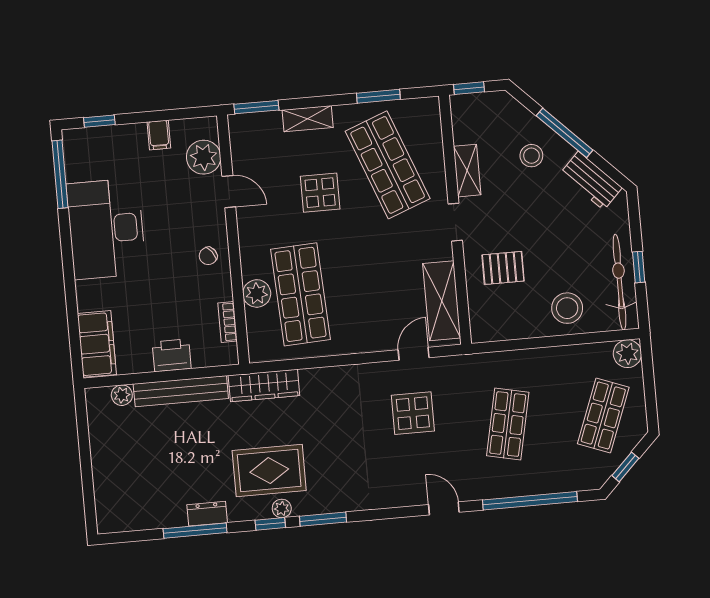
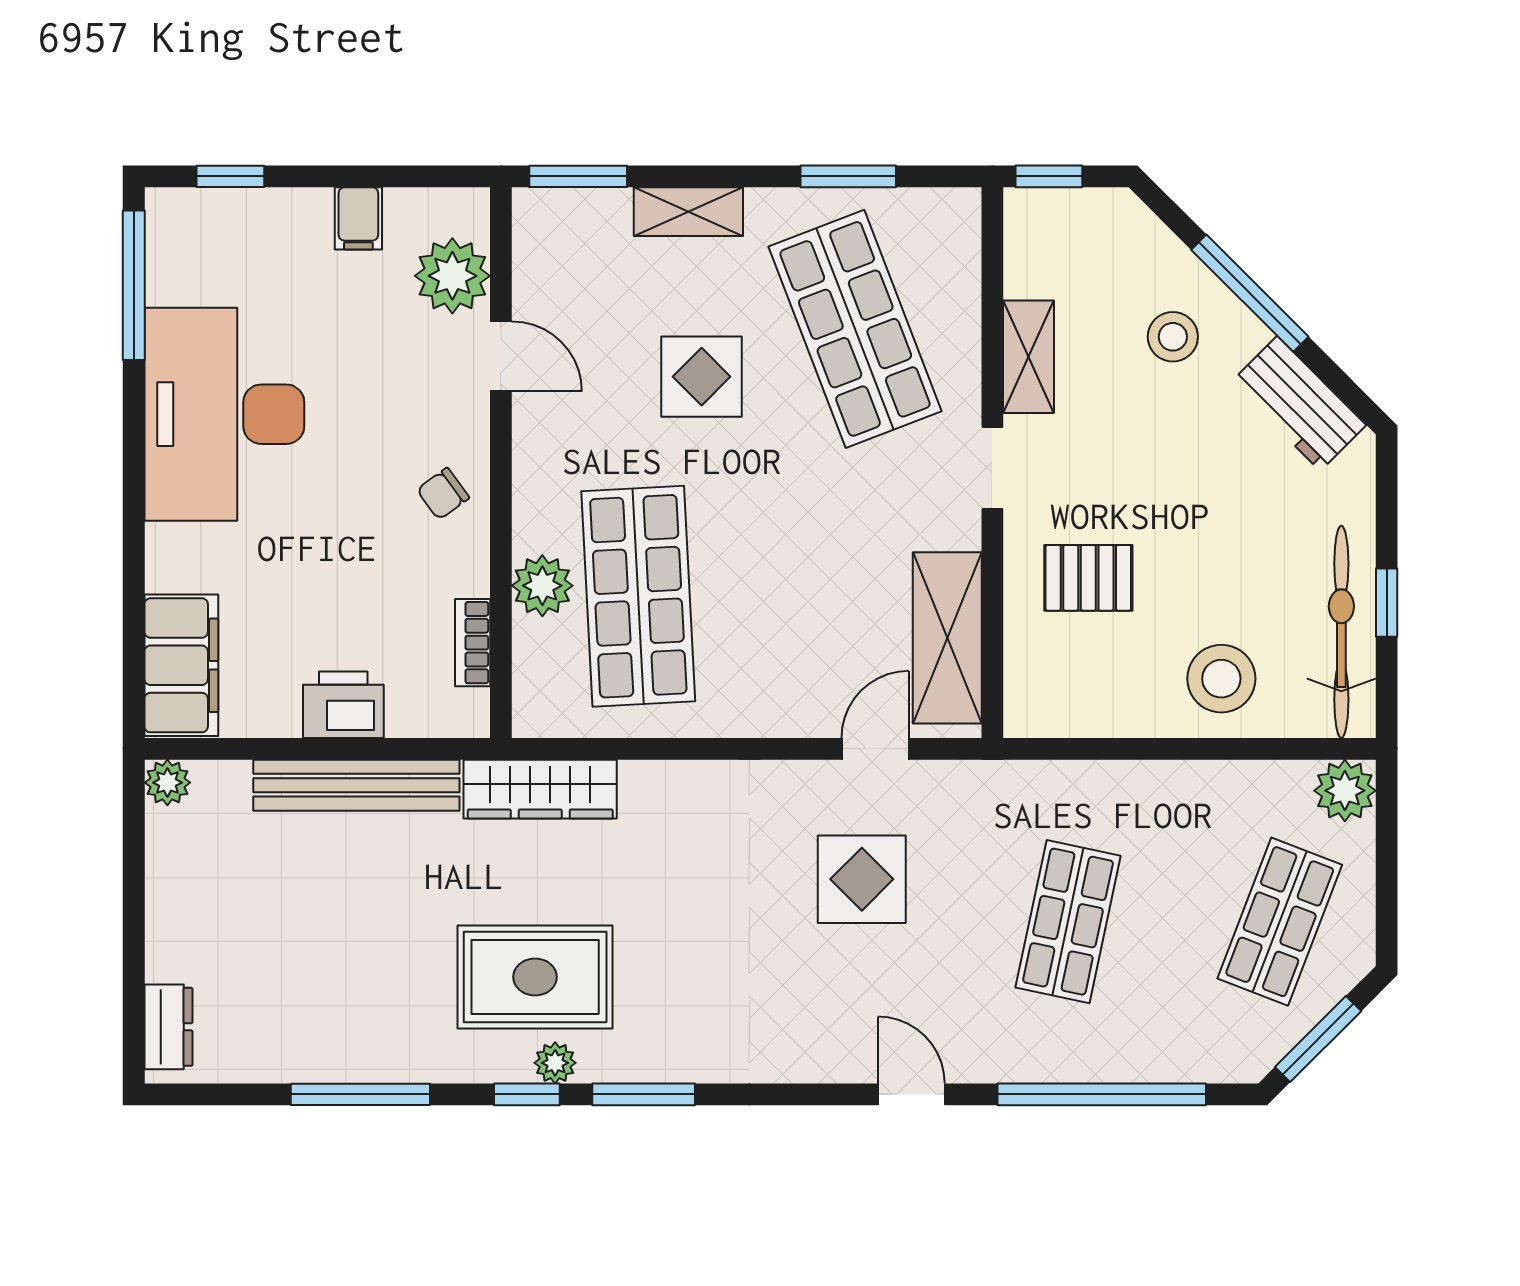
plant: (122, 395) -> (167, 783), moved
window: (625, 467) -> (1318, 1039), width x1.50
dresser: (207, 514) -> (168, 1027), moved, turned 90

